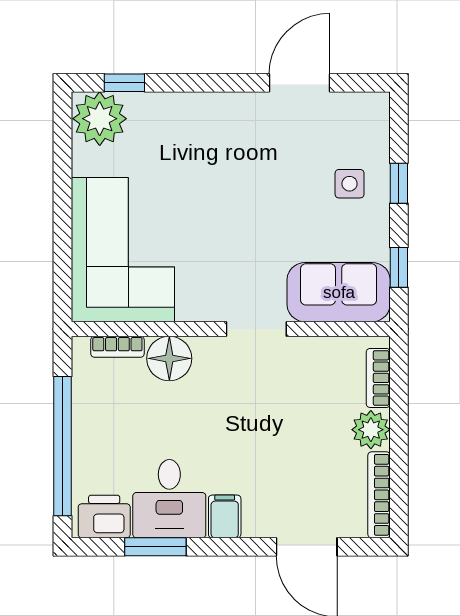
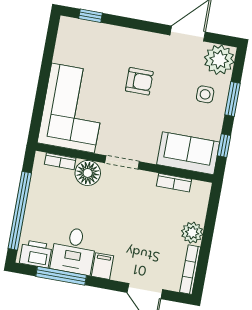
plant: (100, 119) -> (219, 60), moved
armchair: (230, 182) -> (139, 81), added
window: (399, 183) -> (232, 99), width x1.50
doorway: (256, 329) -> (122, 162), moved
bookcase: (378, 378) -> (174, 183), moved, turned -90
window: (155, 547) -> (61, 276), width x1.44

